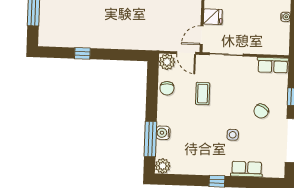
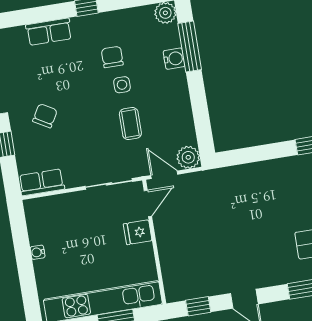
chair: (167, 88) -> (112, 57), moved
side table: (233, 135) -> (122, 85), moved

